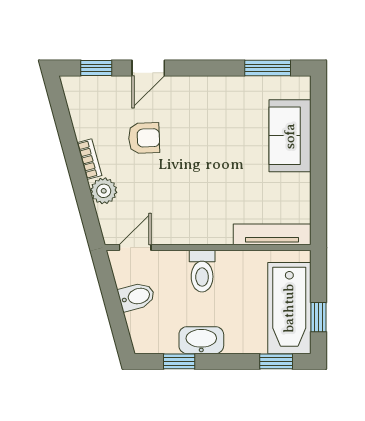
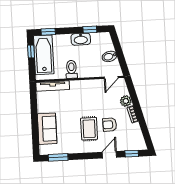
rug: (192, 131) -> (89, 129), added
toilet: (202, 271) -> (71, 69), moved

